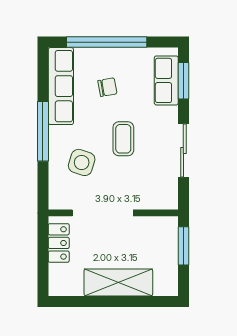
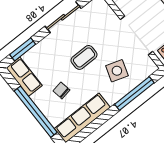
row of seats: (166, 80) -> (24, 77), moved, turned -90
window: (43, 131) -> (134, 93), moved

